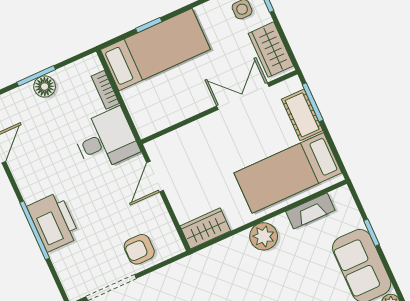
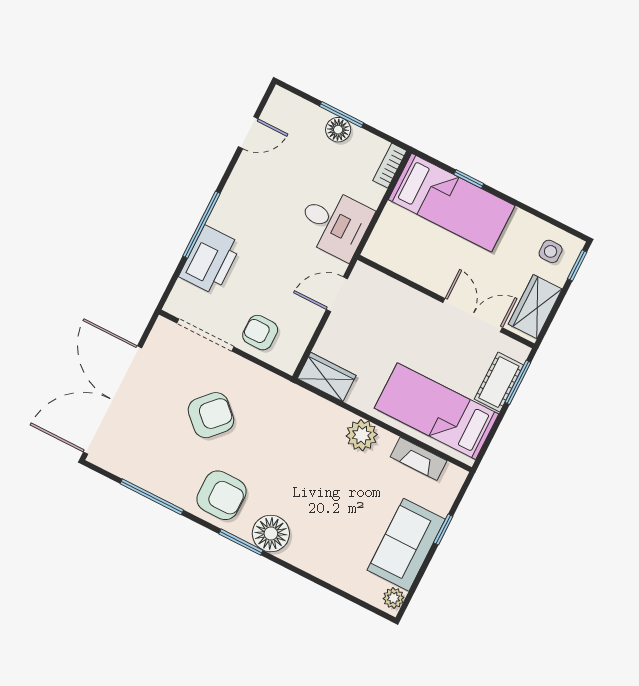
bookcase: (105, 90) -> (390, 166), moved
printer: (53, 222) -> (210, 260), moved

